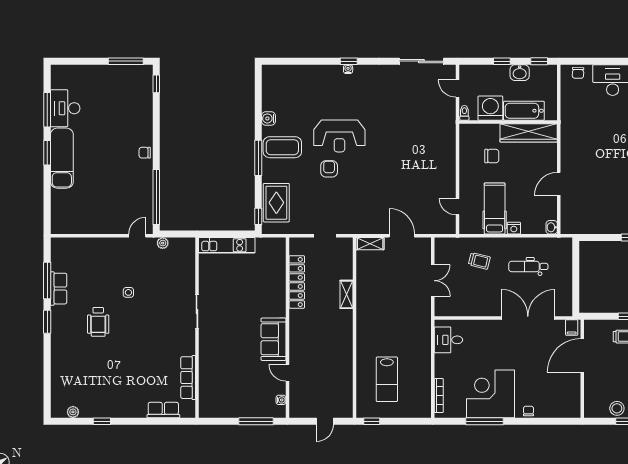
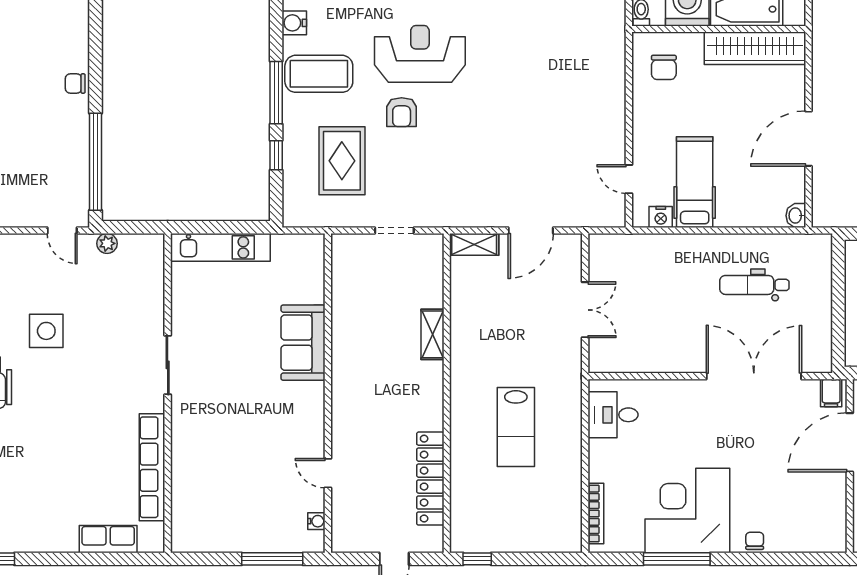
reception desk: (339, 136) -> (420, 54), turned 180
chair: (492, 156) -> (664, 67), moved, turned 90
armchair: (329, 169) -> (402, 112), turned 180
door: (559, 184) -> (808, 139), width x1.36
rug: (276, 203) -> (342, 161), moved
window: (258, 216) -> (276, 155), moved
nightstand: (514, 228) -> (661, 217), moved
door: (137, 236) -> (62, 230), swing flipped
door: (402, 236) -> (531, 230), swing flipped
trolley: (479, 261) -> (668, 275), removed
locker: (297, 282) -> (430, 479), moved, turned 180
side table: (128, 292) -> (46, 331), width x1.87, depth x1.87
sofa: (273, 339) -> (303, 343), moved
row of seats: (188, 378) -> (152, 467), width x1.36
lab bench: (387, 379) -> (516, 427), moved

